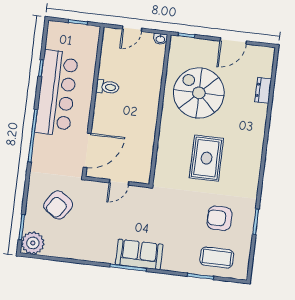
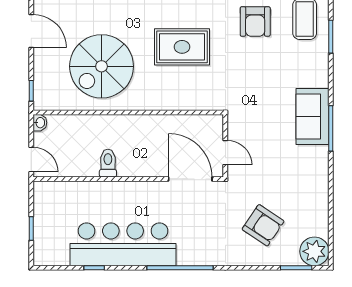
toilet: (107, 87) -> (108, 163), moved
wall: (93, 102) -> (128, 179), moved
door: (87, 150) -> (190, 179), moved

